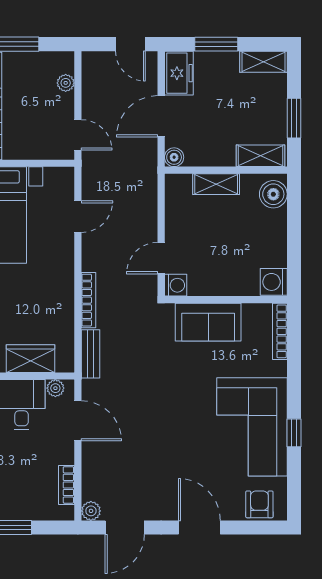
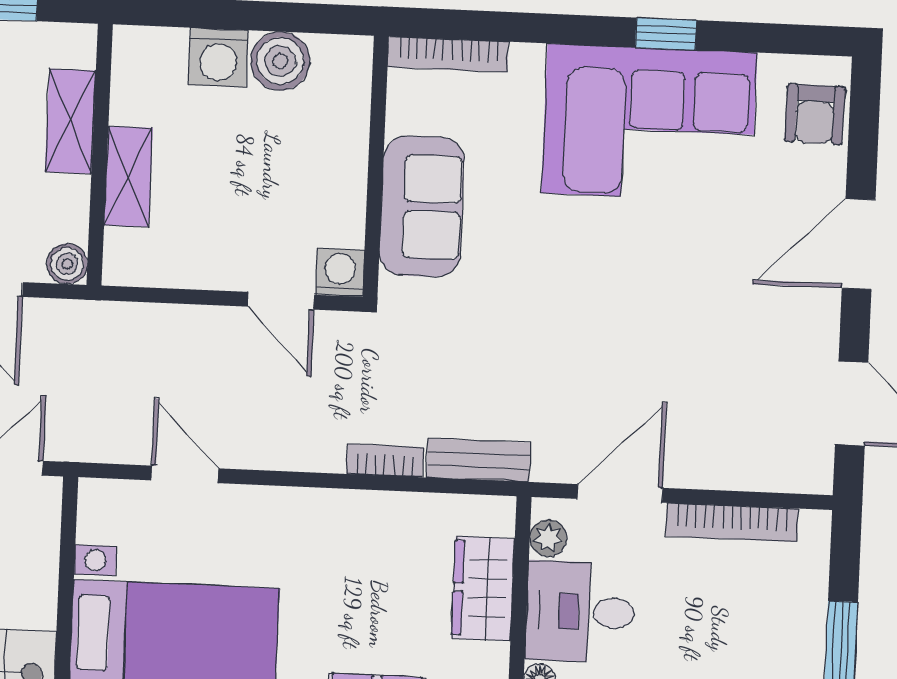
shelving: (260, 156) -> (70, 121), moved
boiler: (273, 194) -> (280, 61), moved
washing machine: (274, 282) -> (218, 58), moved
bookcase: (88, 300) -> (385, 461), width x0.64
bookcase: (66, 485) -> (732, 522), width x1.56
armchair: (259, 504) -> (815, 114), turned -89
plant: (91, 511) -> (813, 474), removed

